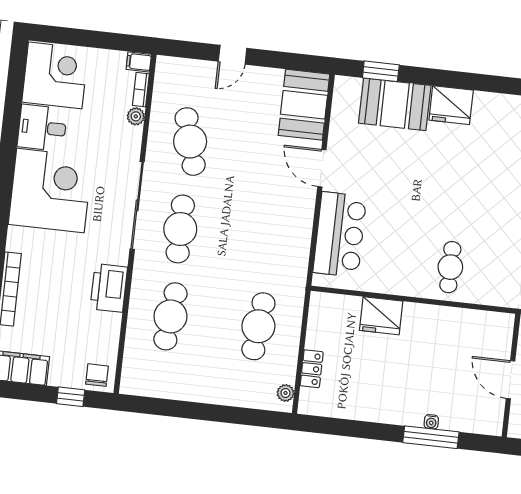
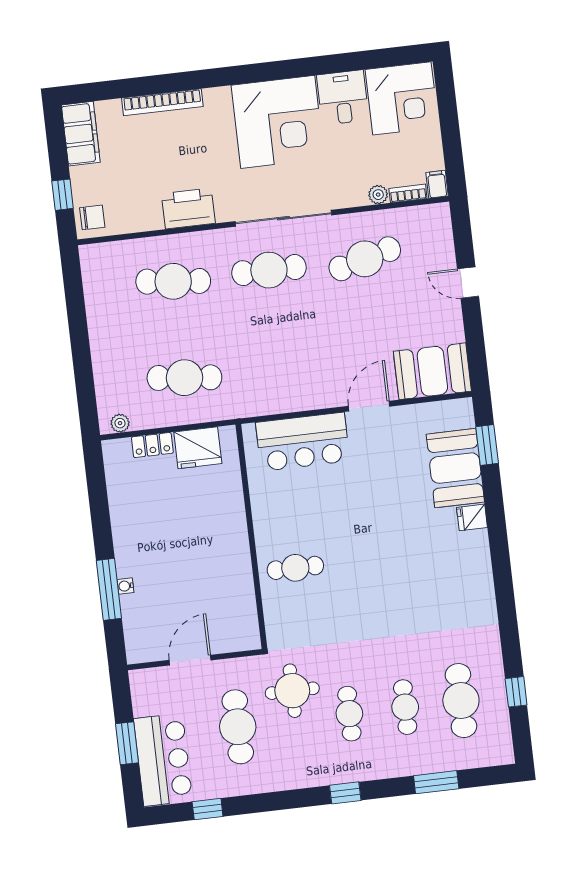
fridge: (451, 105) -> (472, 517), width x0.53, depth x0.75
fridge: (381, 316) -> (198, 448), moved, turned -90

